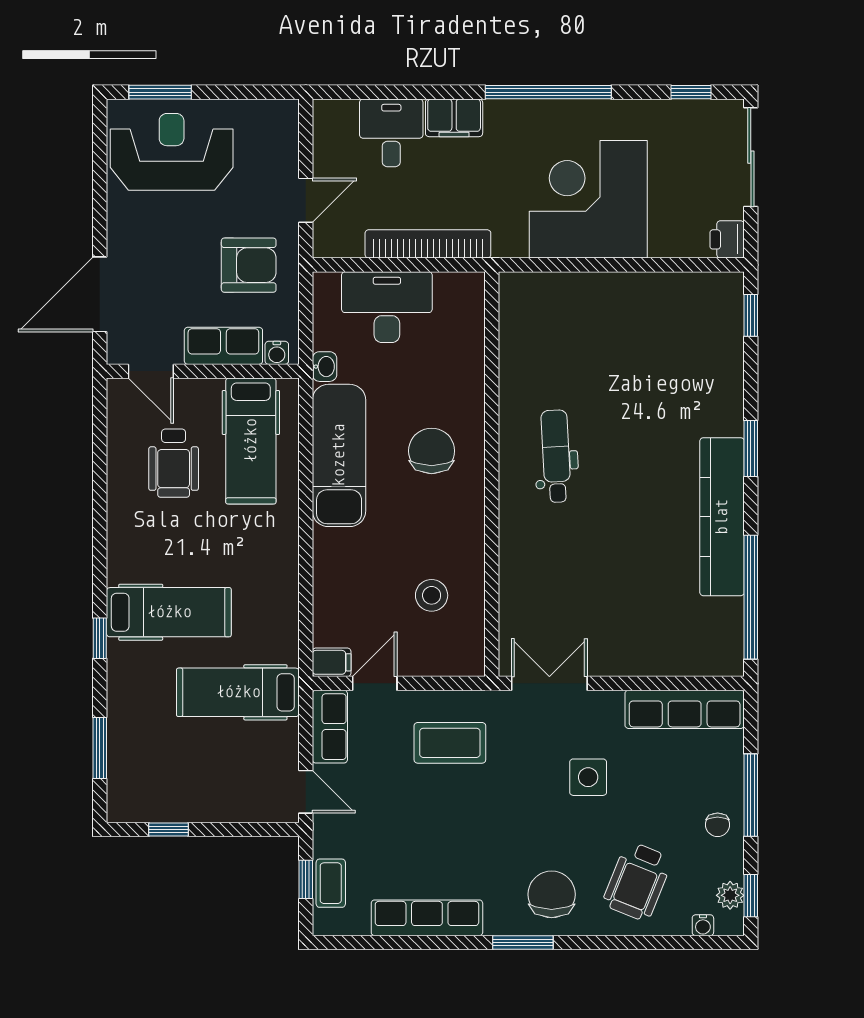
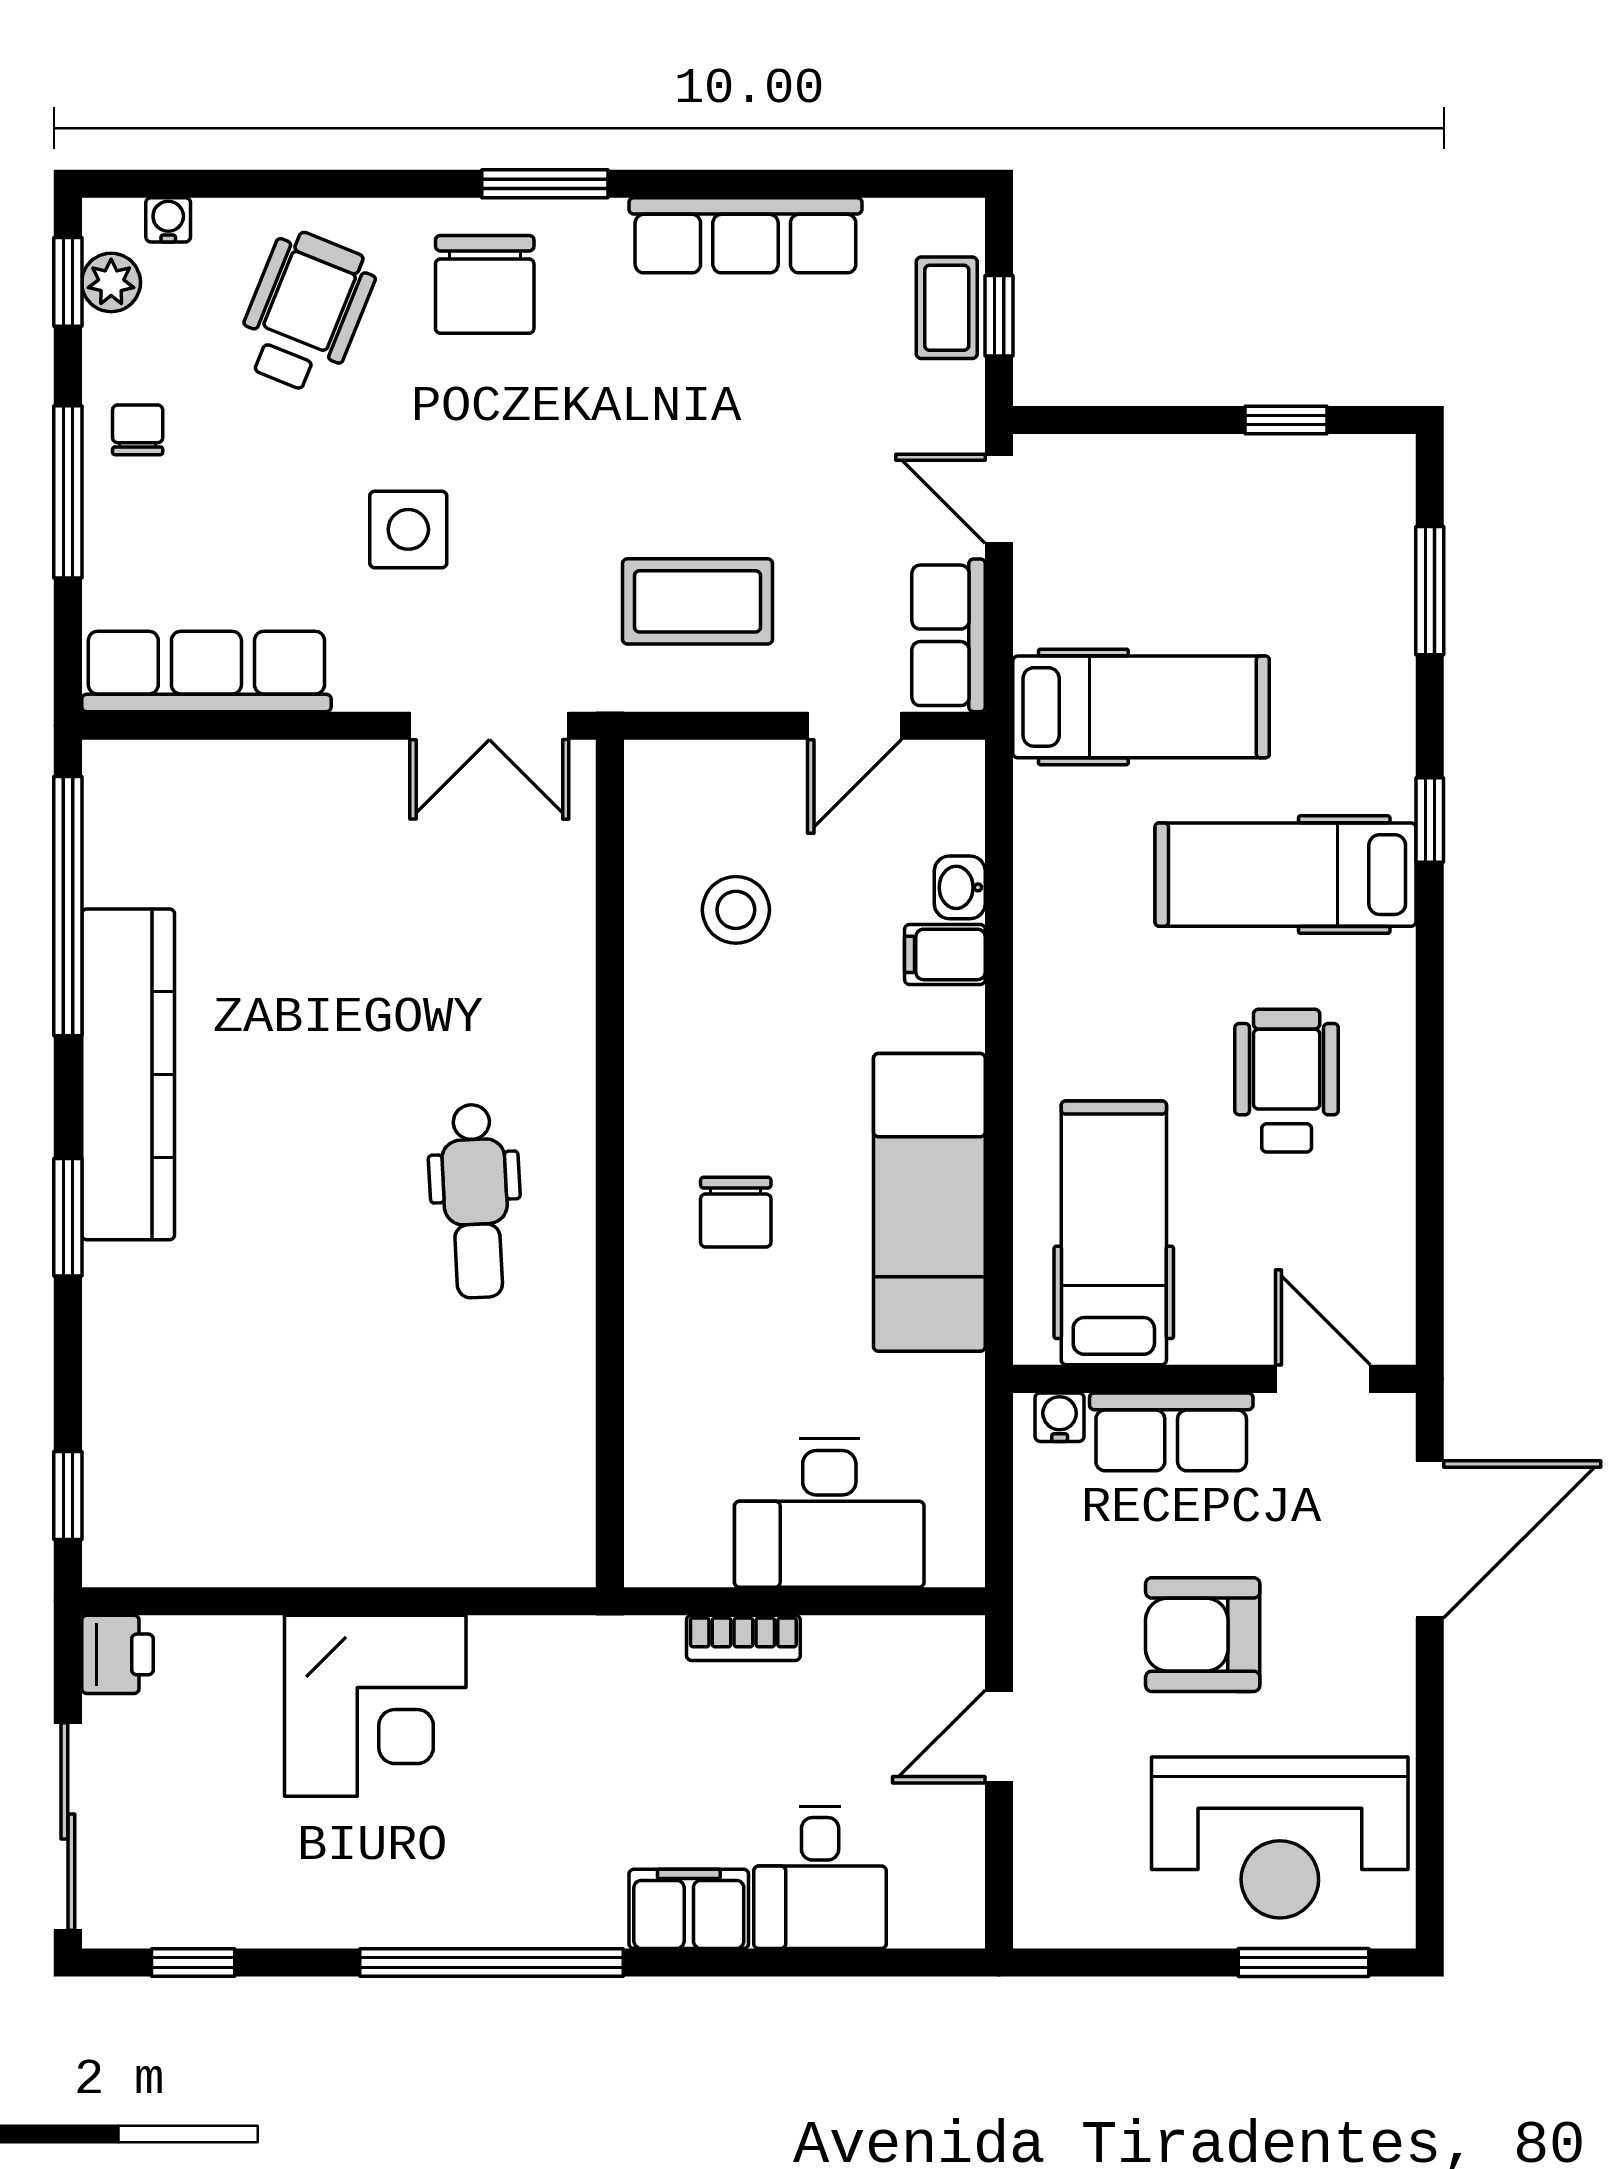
corner desk: (588, 199) -> (375, 1706), width x0.74, depth x0.74
bookcase: (428, 244) -> (743, 1638), width x0.43, depth x0.76
armchair: (249, 265) -> (1203, 1635), moved
washbasin: (325, 367) -> (960, 887), moved
chair: (432, 451) -> (736, 1212), width x0.73, depth x0.73
wheelchair: (174, 463) -> (1287, 1081), moved
filing cabinet: (332, 662) -> (945, 954), moved

